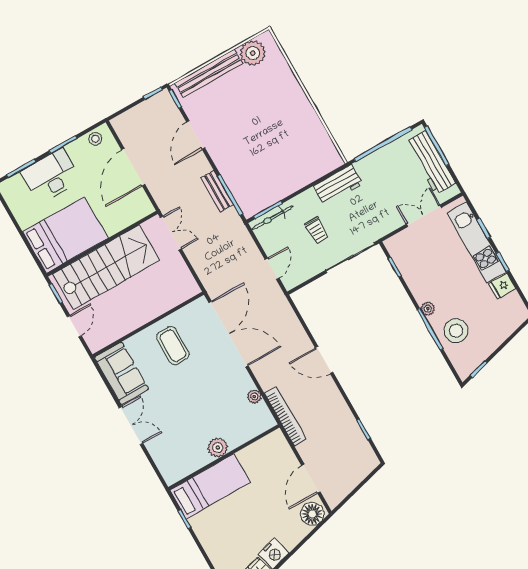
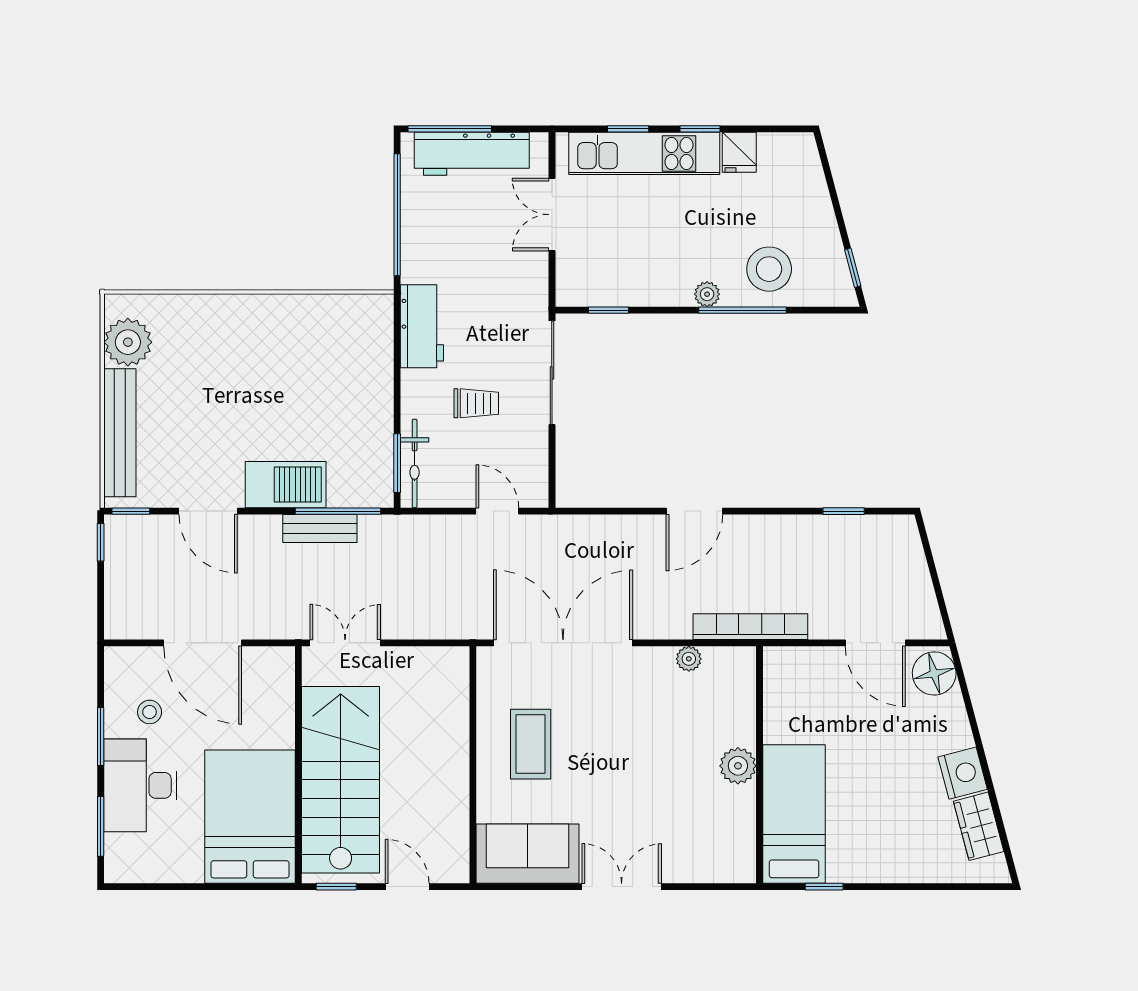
stool: (95, 139) -> (150, 712), moved
barbecue: (228, 164) -> (286, 485), added
coffee table: (173, 346) -> (531, 744), turned 90

